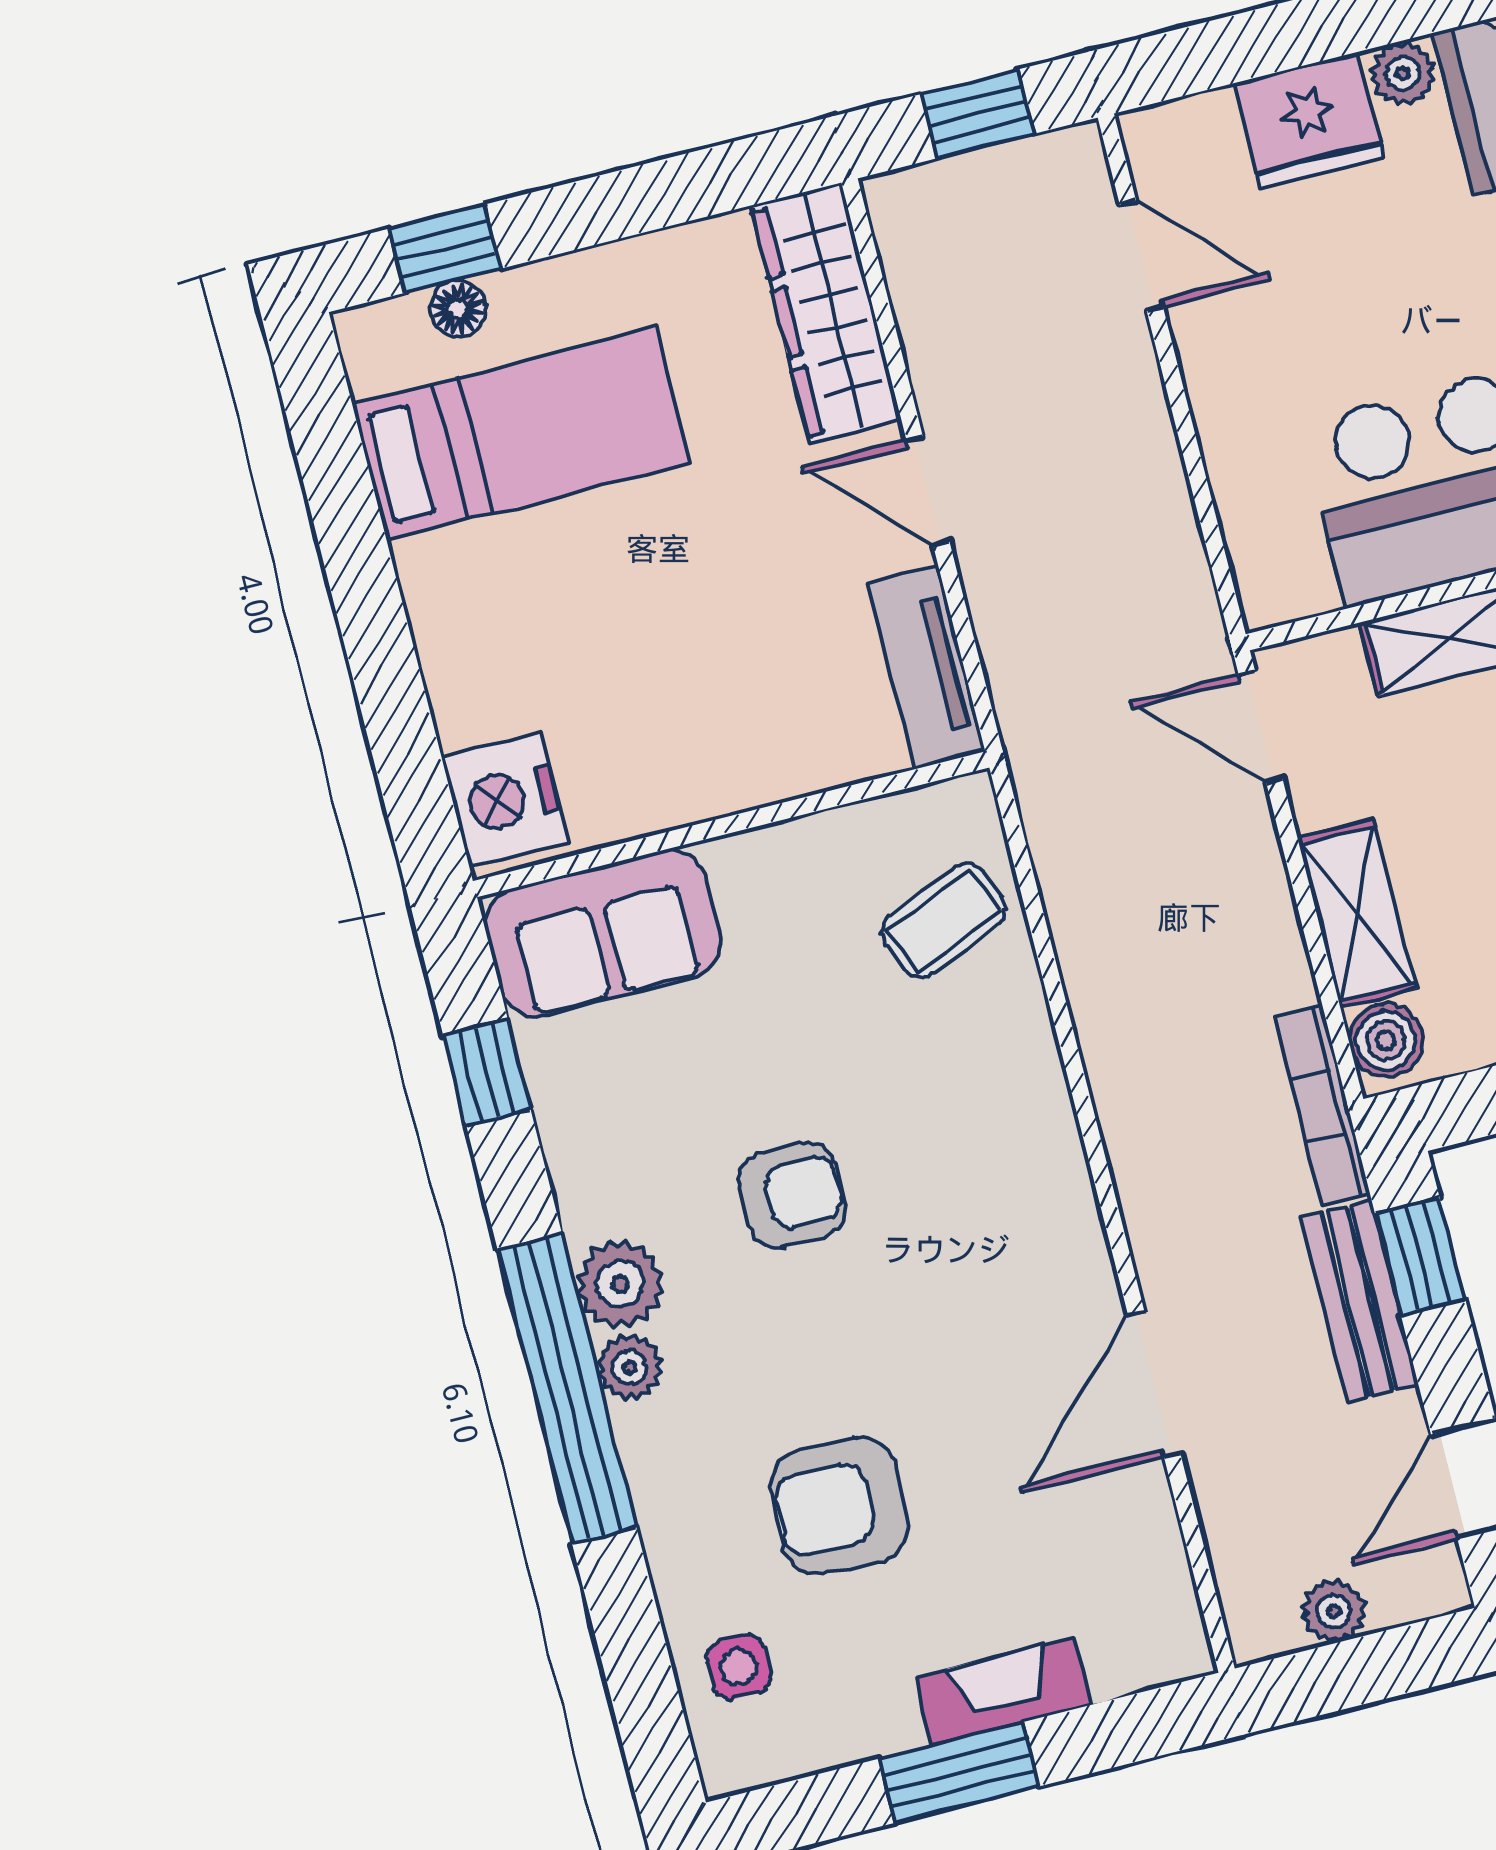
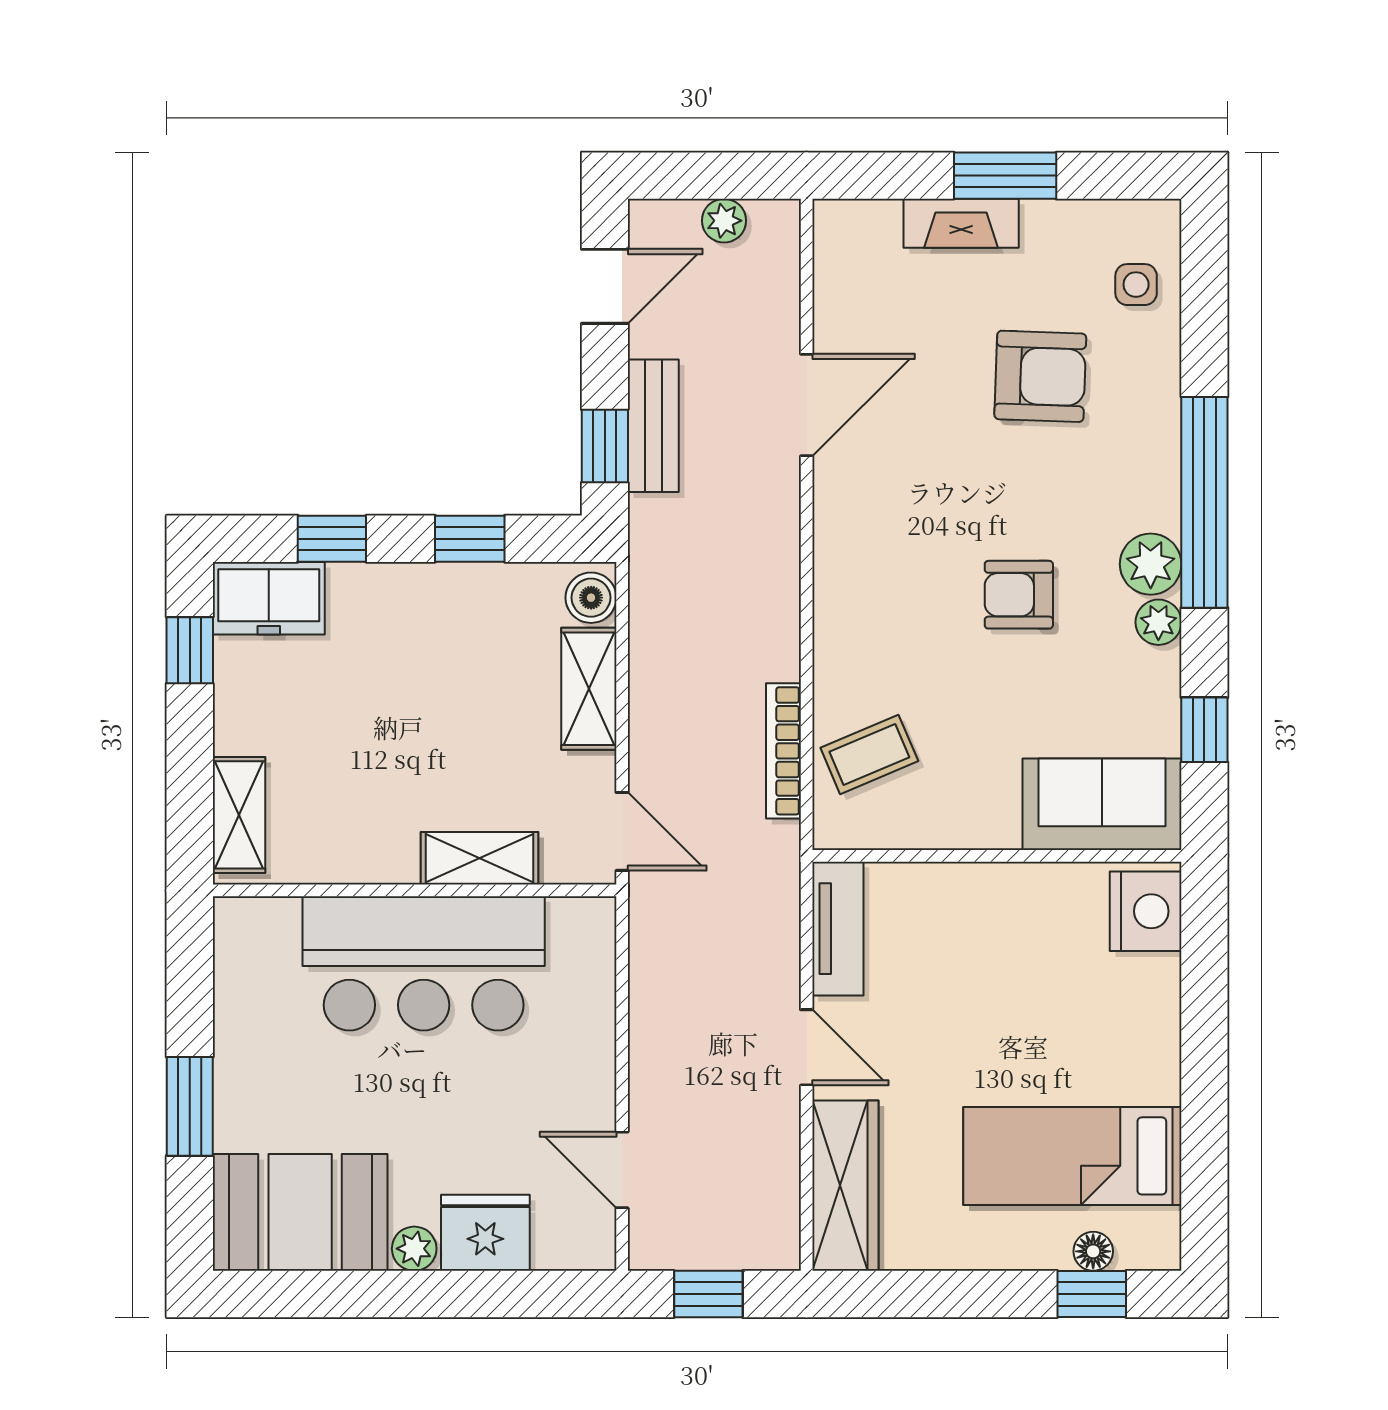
bookcase: (1322, 1105) -> (783, 751), moved, turned 180
plant: (629, 1367) -> (1158, 622), moved

